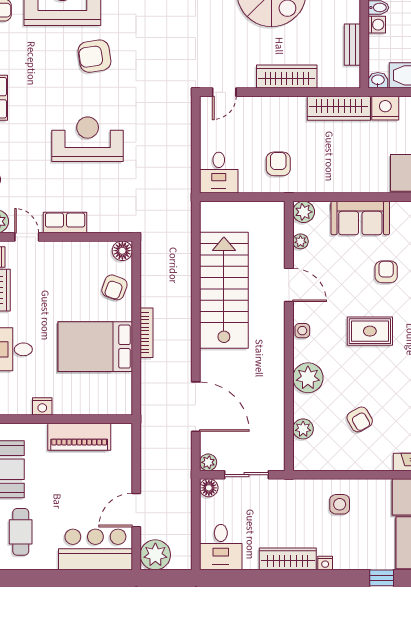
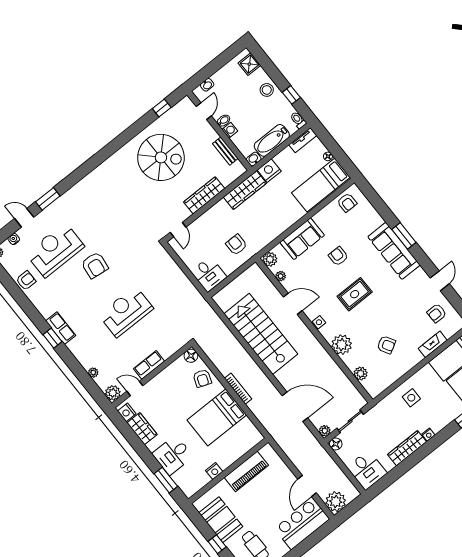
armchair: (94, 56) -> (95, 265), turned -74

